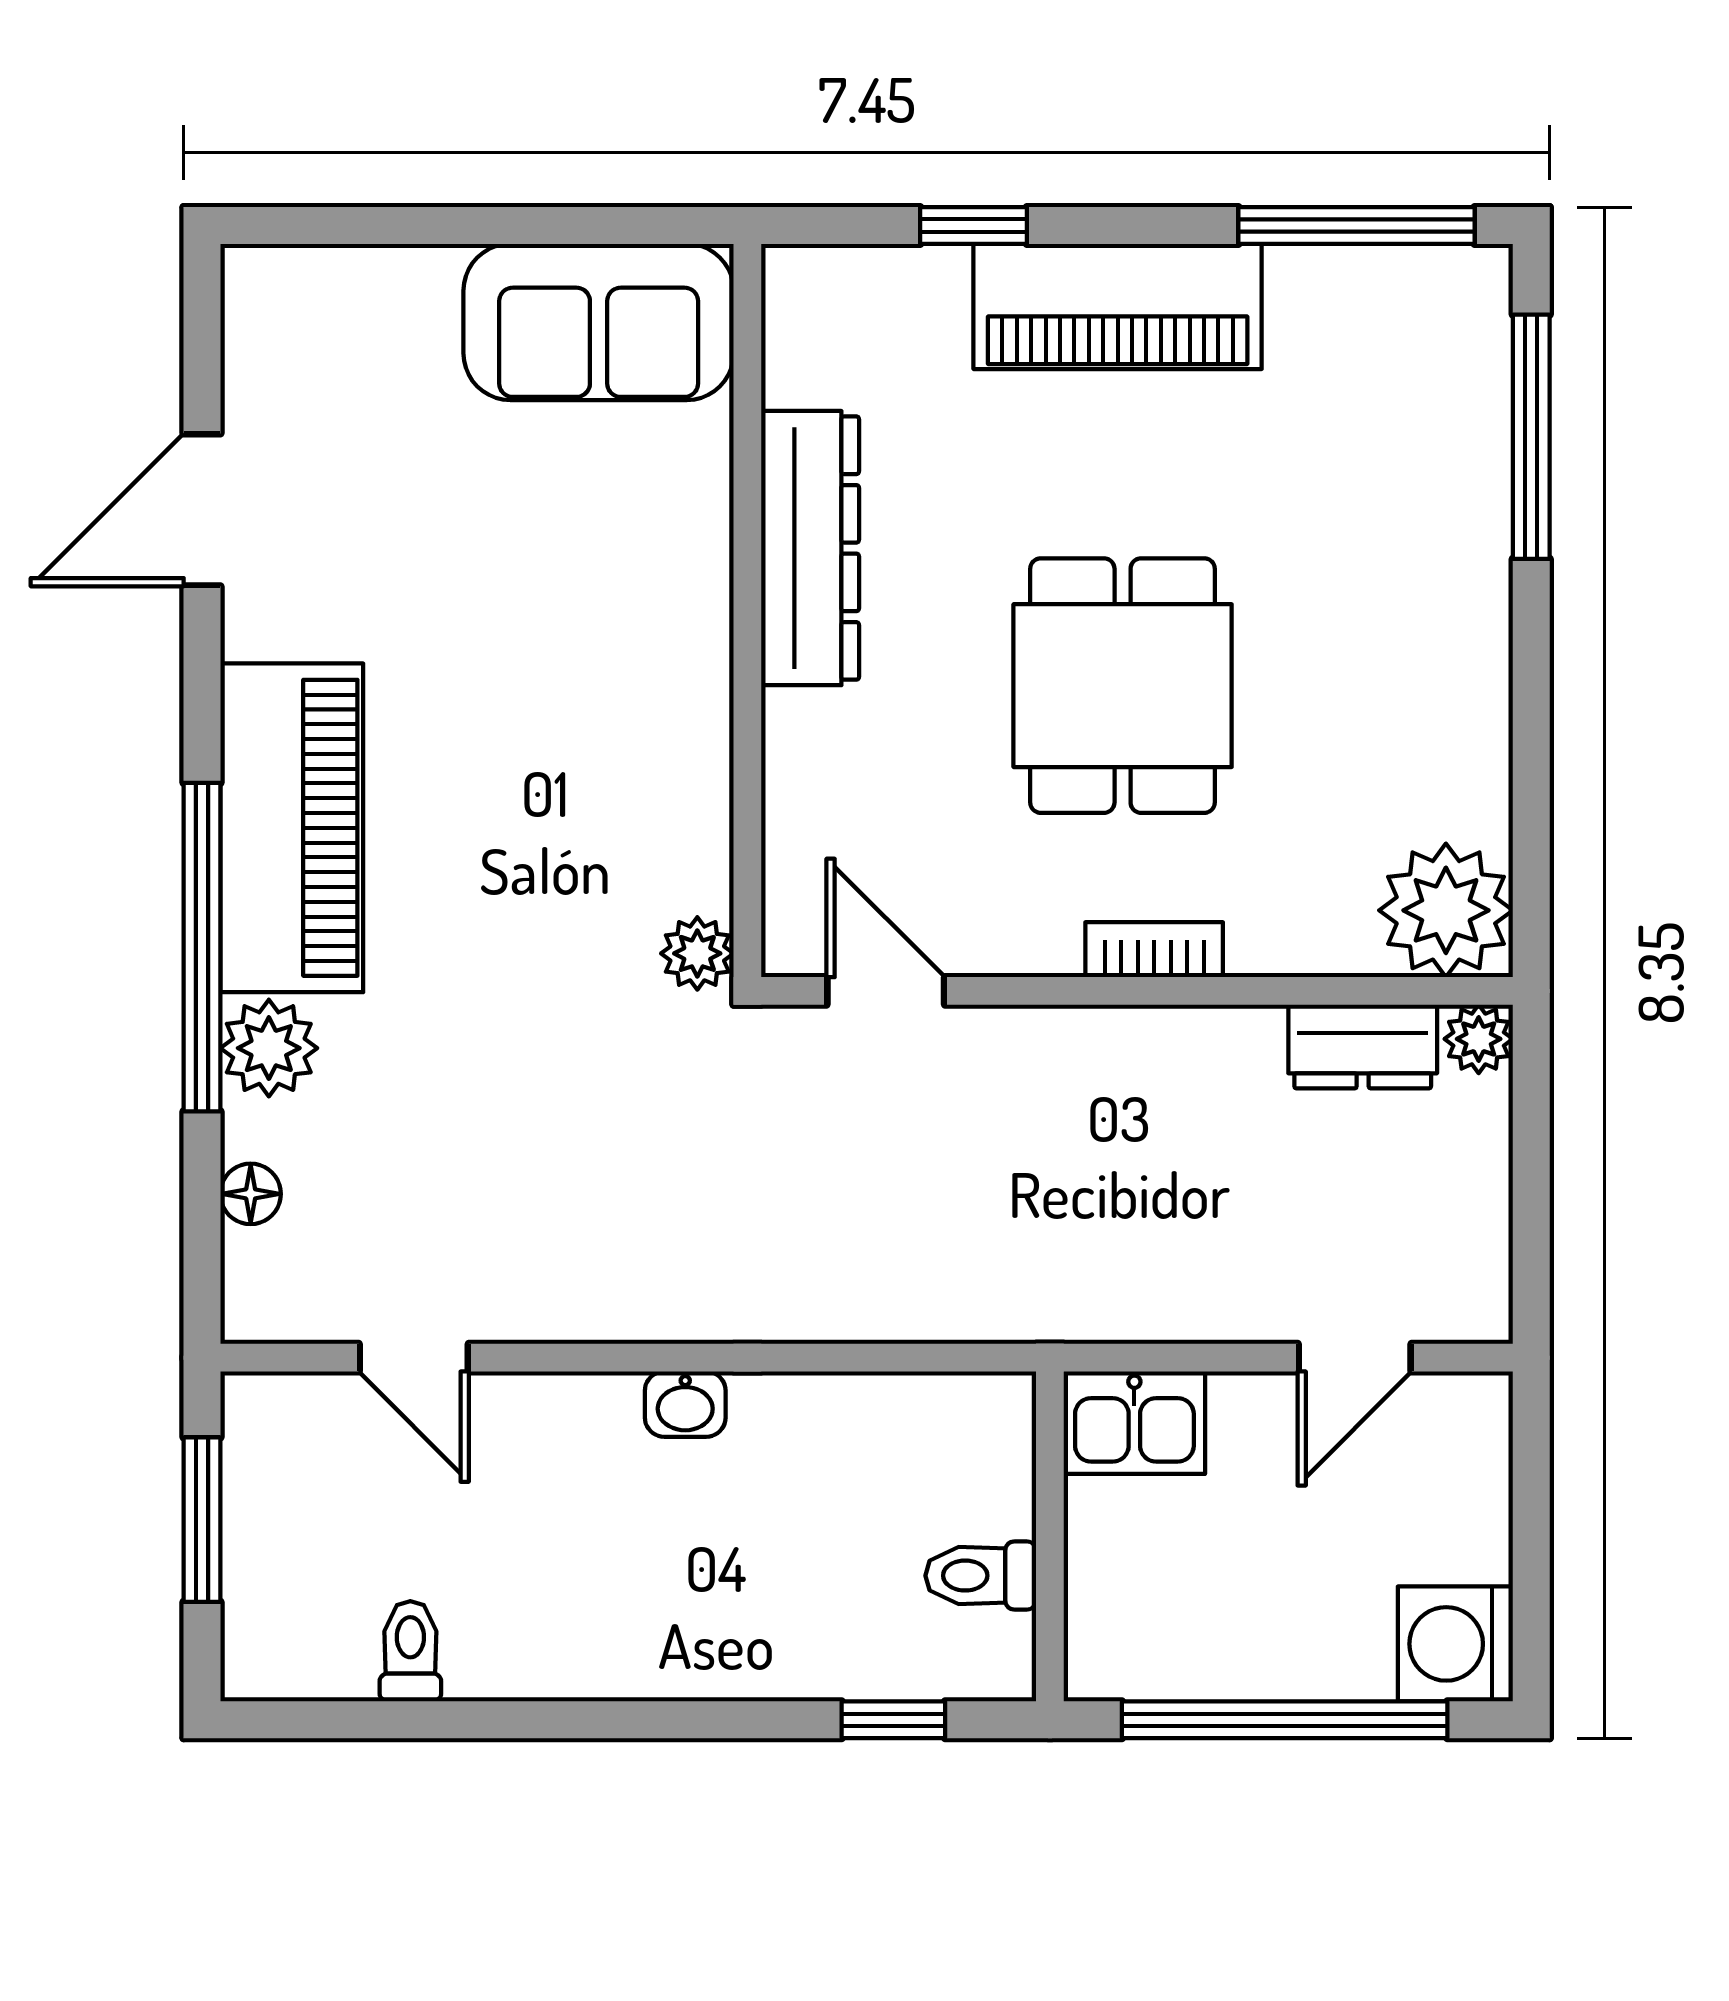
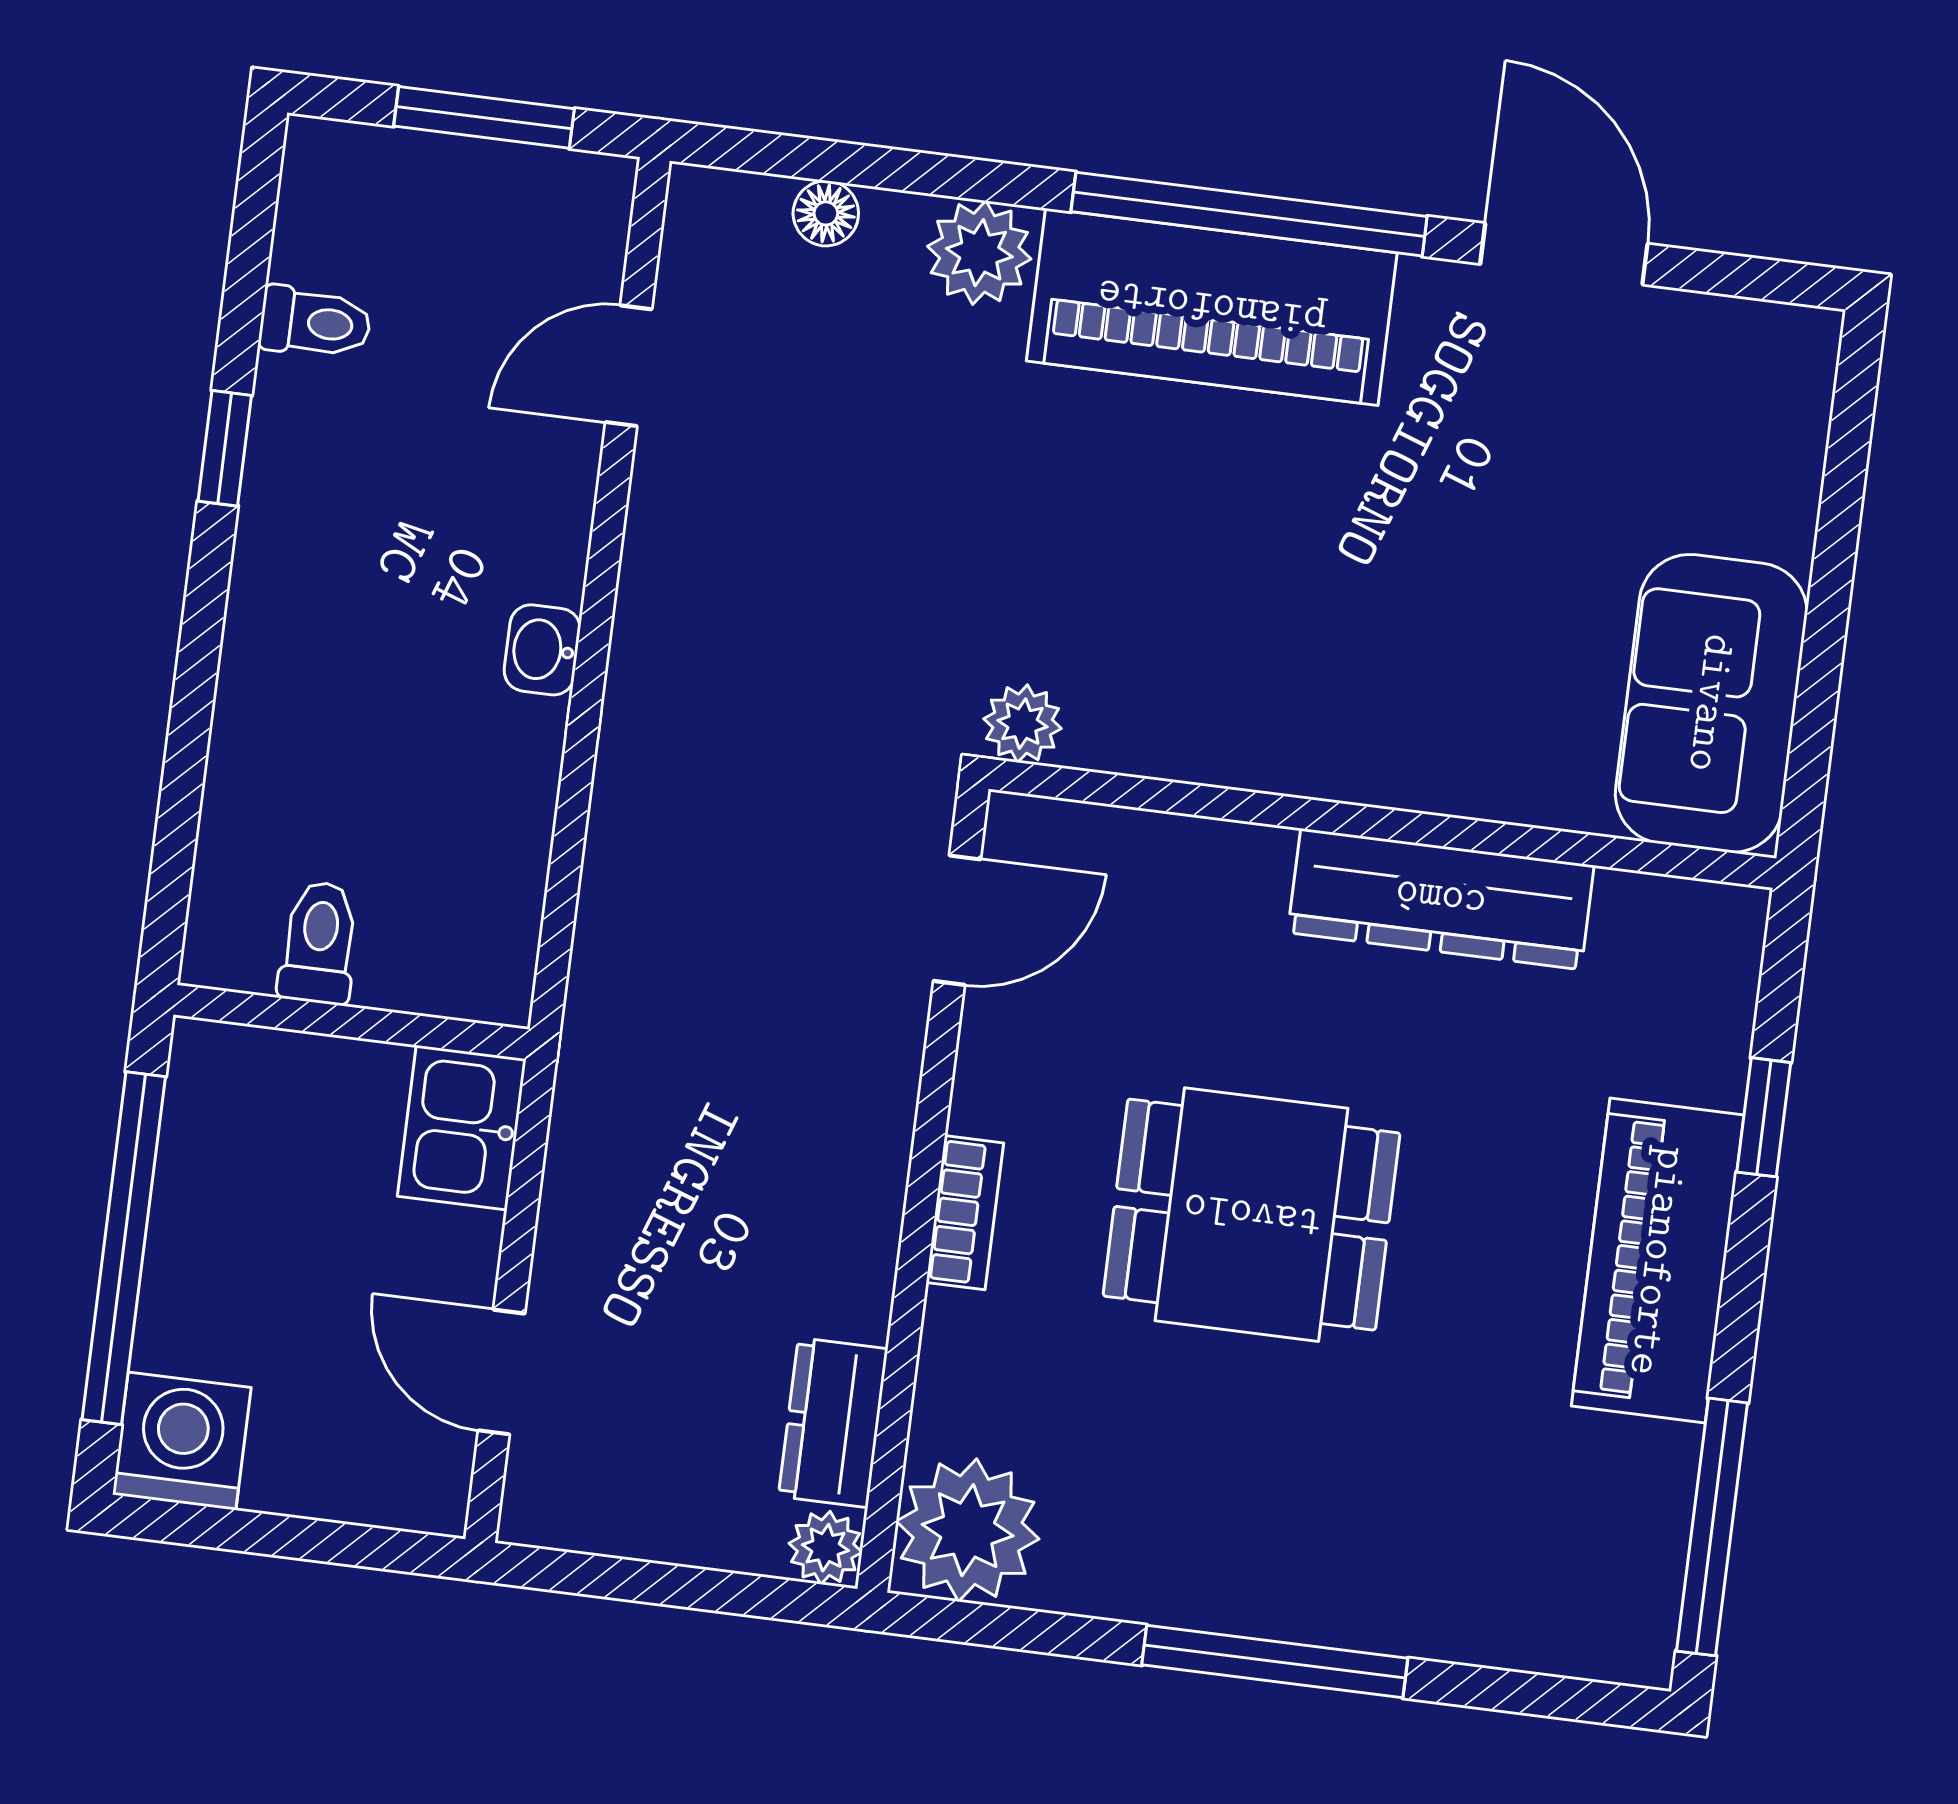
window: (1531, 437) -> (1275, 1662), moved
window: (202, 947) -> (1249, 214), moved
window: (893, 1720) -> (225, 448), moved

